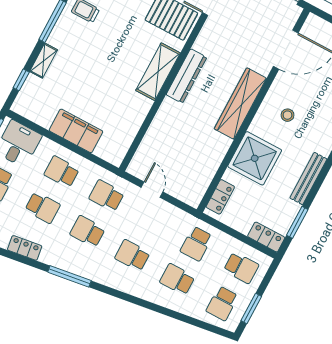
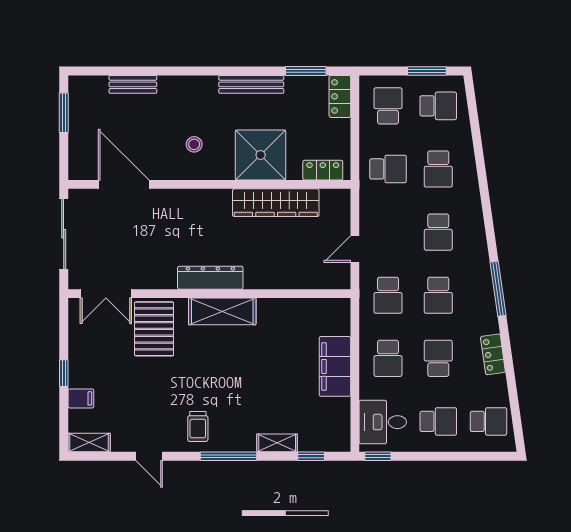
wardrobe: (240, 104) -> (276, 203), moved

